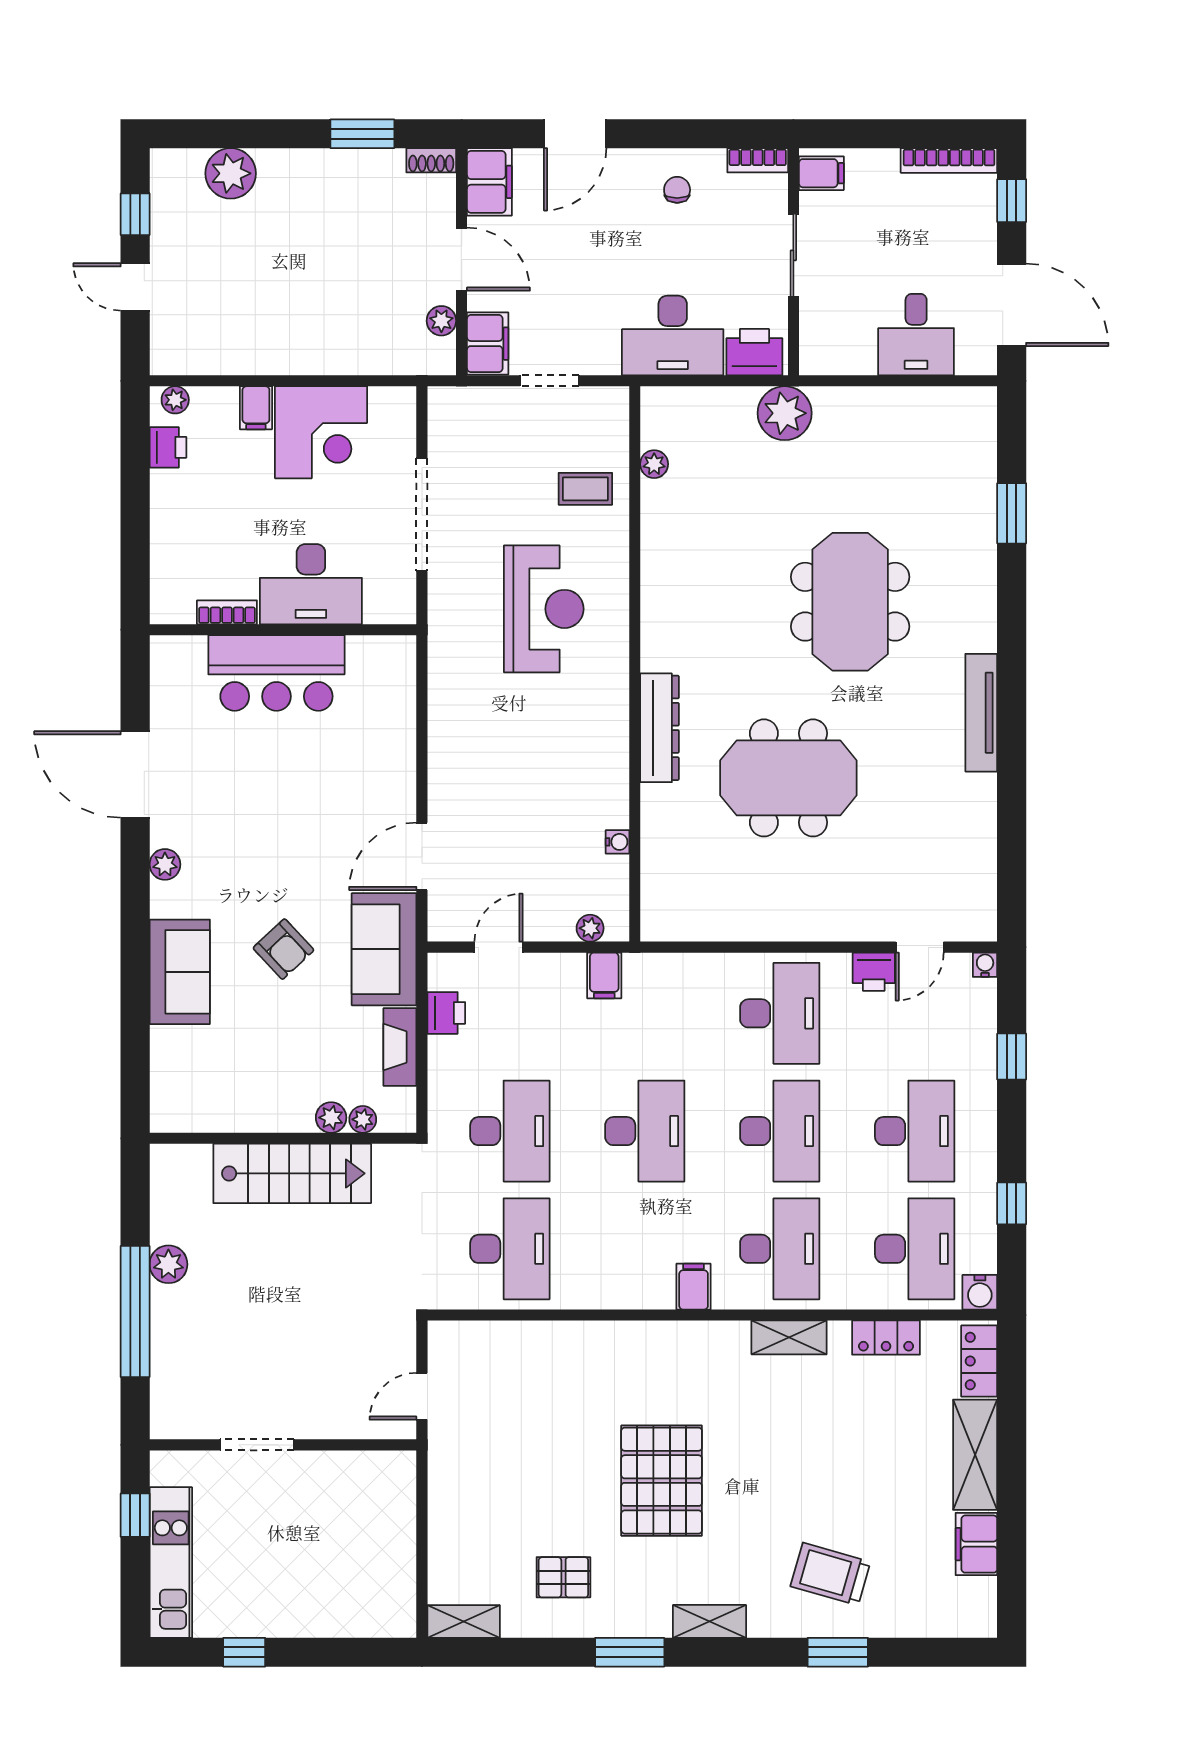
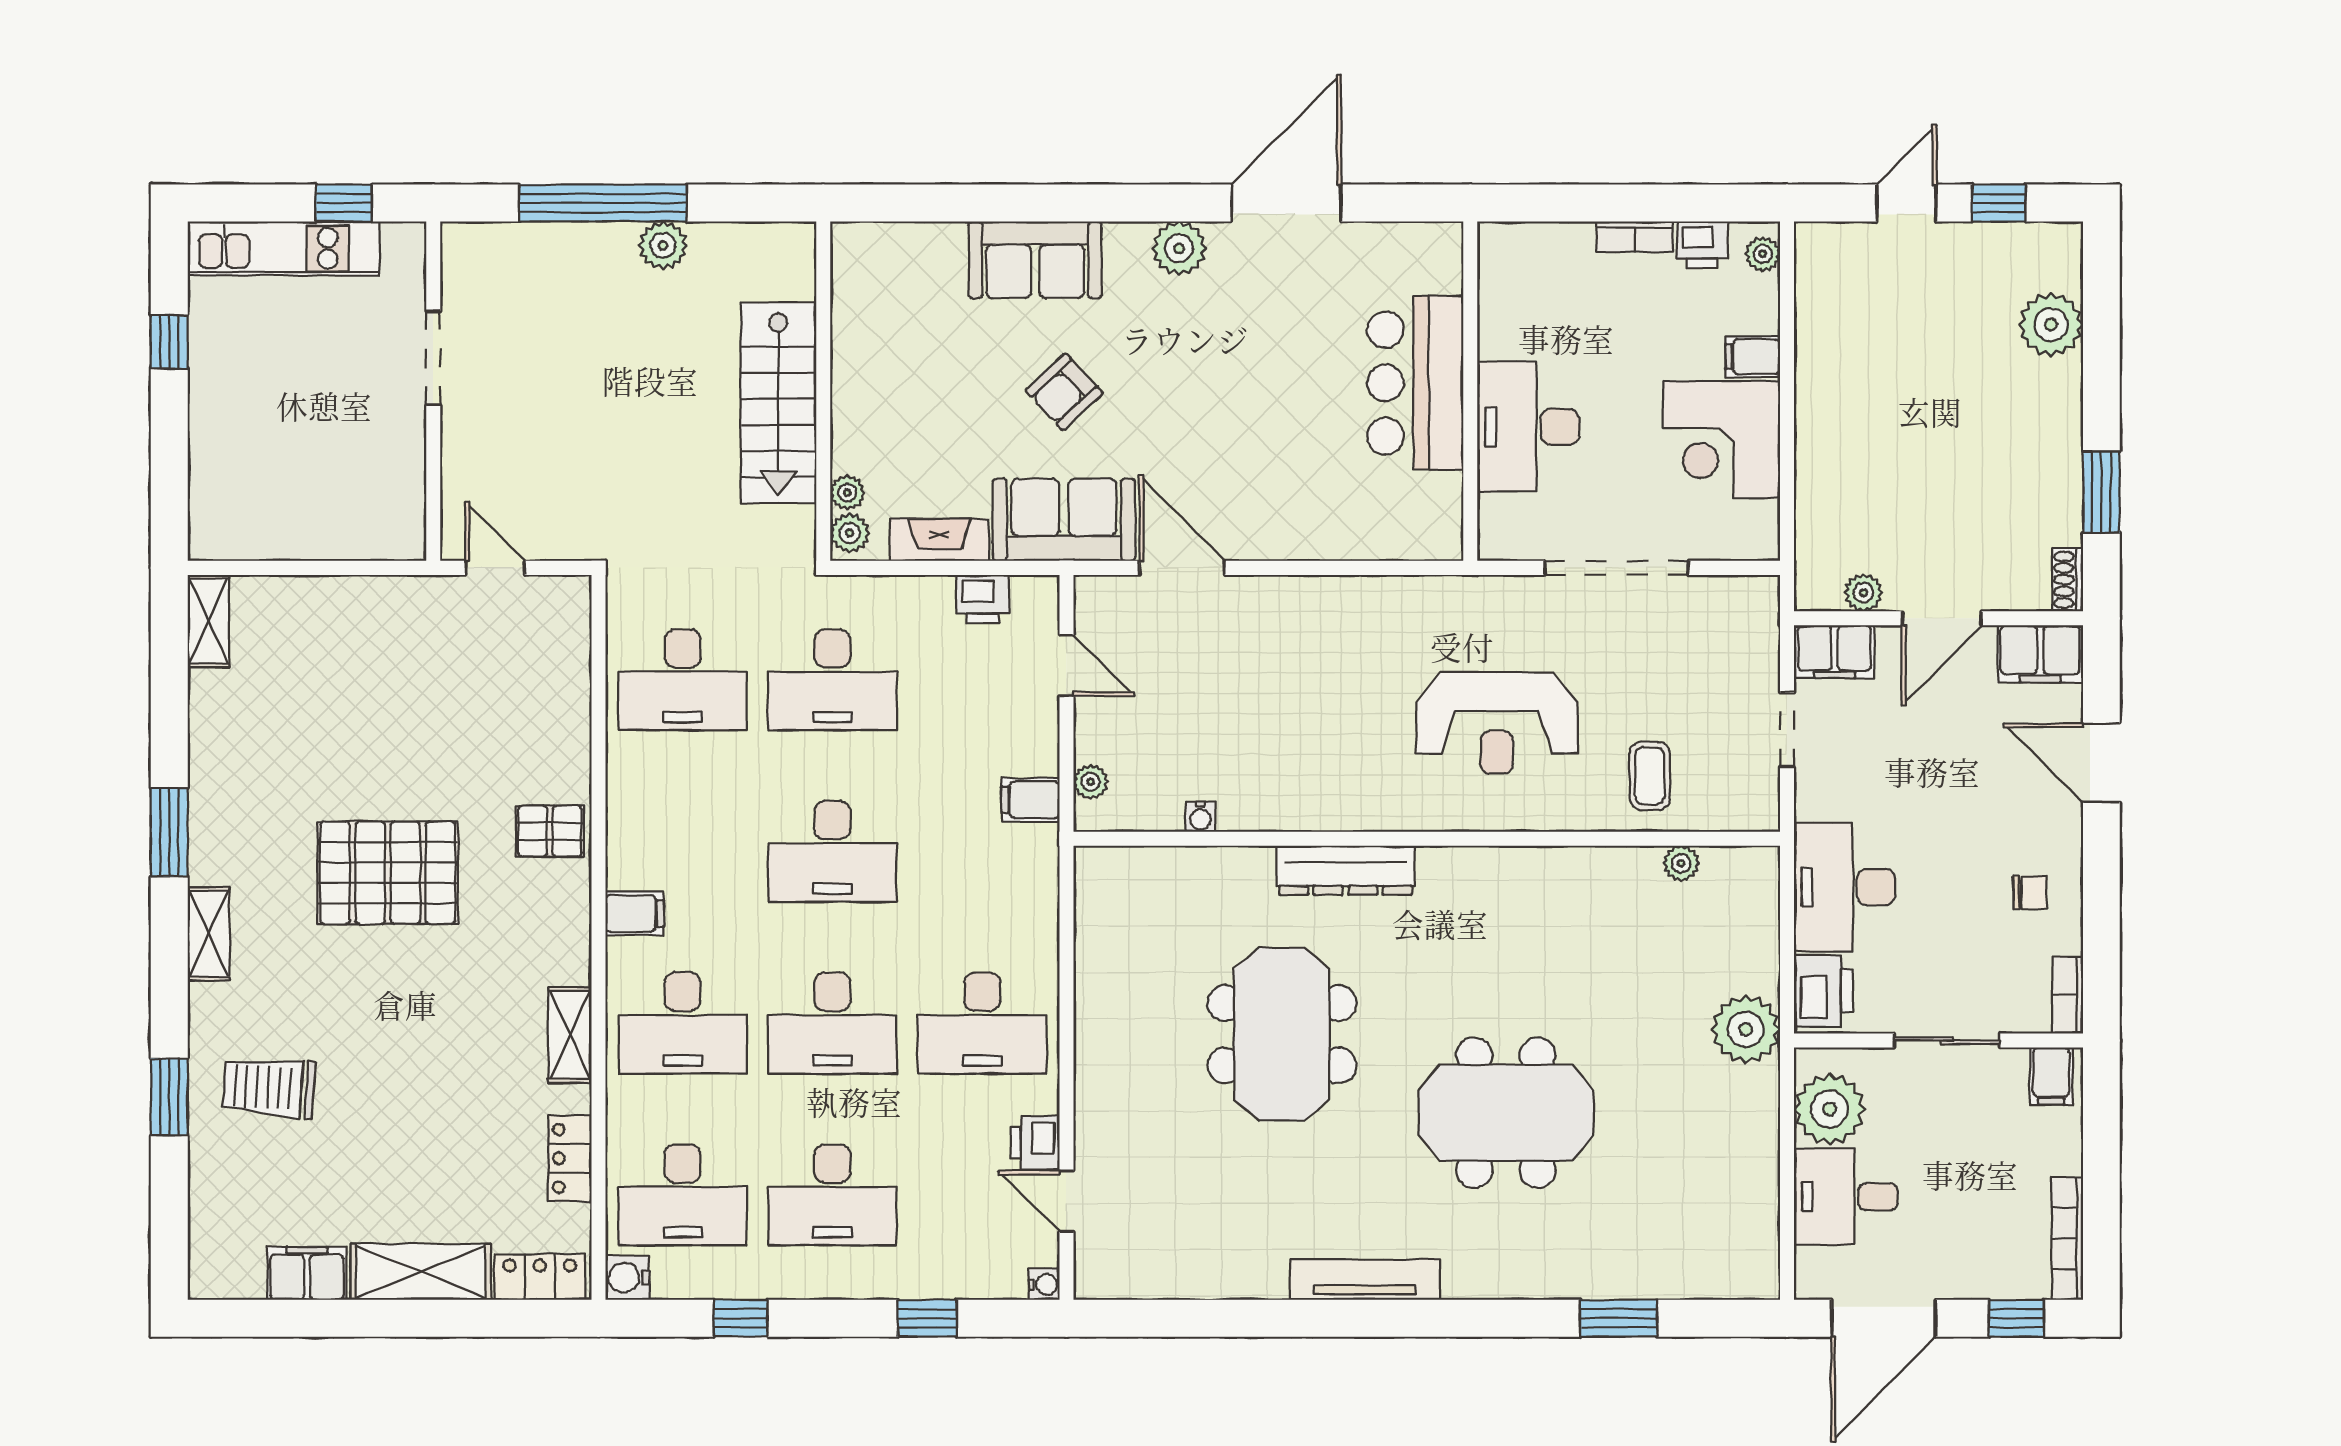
plant: (847, 347) -> (1829, 1109), added
bookcase: (227, 612) -> (1635, 237), moved, turned 90
plant: (165, 864) -> (1179, 248), width x1.38, depth x1.38
plant: (331, 1118) -> (850, 533), moved
trolley: (830, 1574) -> (269, 1088), turned -102
pallet: (563, 1577) -> (550, 831), moved, turned 90

